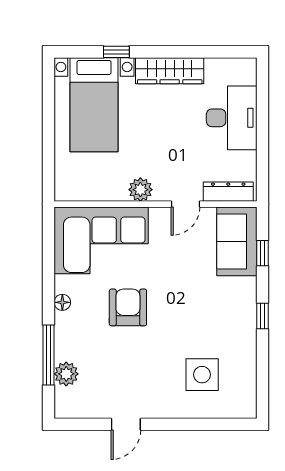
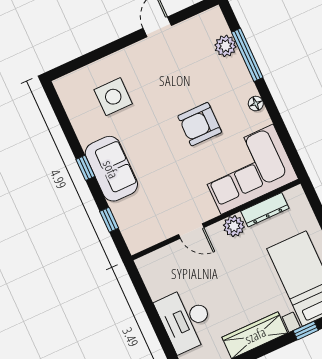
dresser: (228, 192) -> (265, 210), moved
door: (185, 204) -> (191, 231), swing flipped
sofa: (237, 241) -> (111, 169), moved
armchair: (128, 307) -> (200, 124), turned 90

